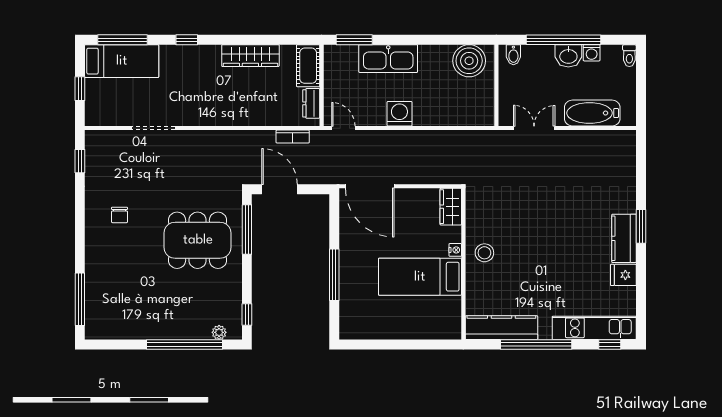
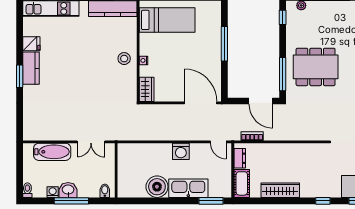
window: (564, 40) -> (71, 201), width x0.68
boiler: (469, 61) -> (157, 187), moved
bed: (420, 277) -> (167, 20), moved

